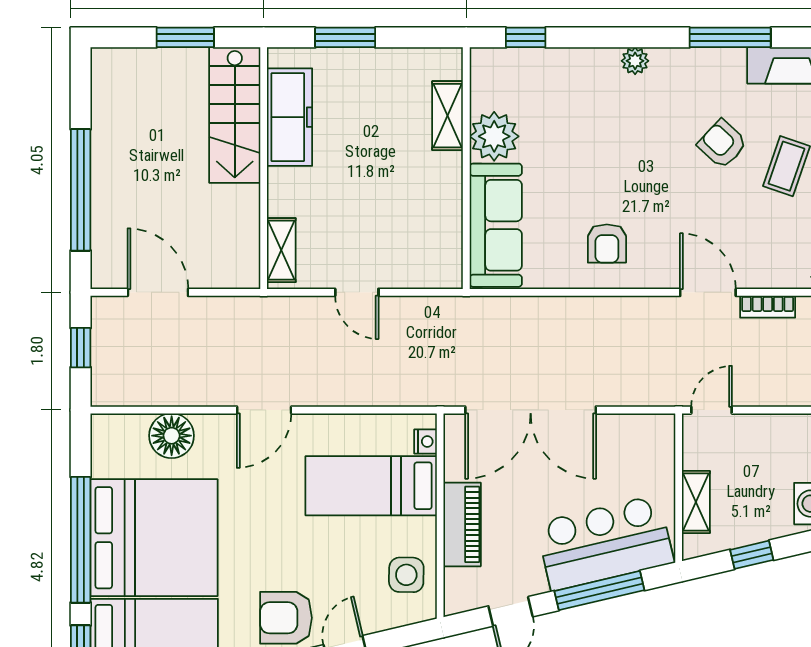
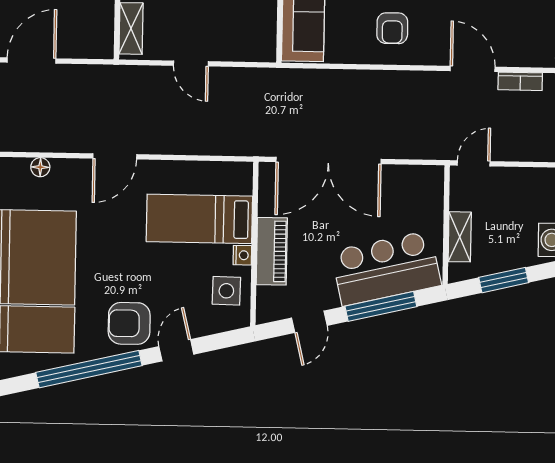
door: (158, 292) -> (31, 60), hinge flipped
floor lamp: (172, 436) -> (40, 167), width x0.53, depth x0.53
nightstand: (425, 441) -> (242, 255), moved
window: (752, 555) -> (504, 280), width x1.50

